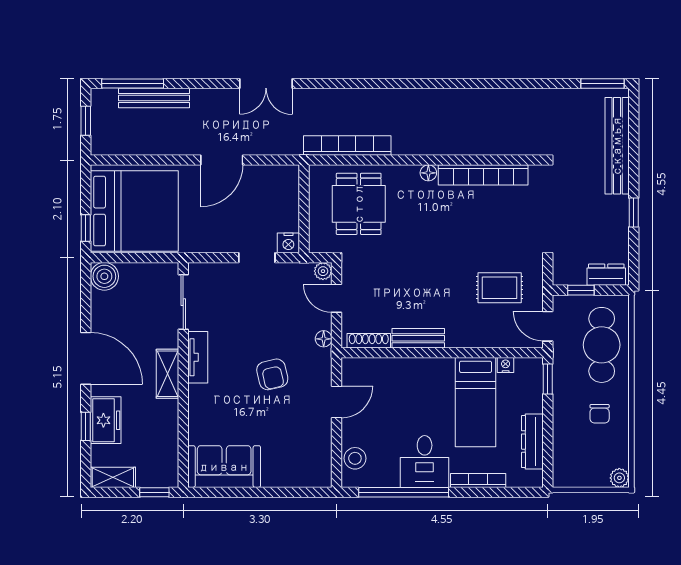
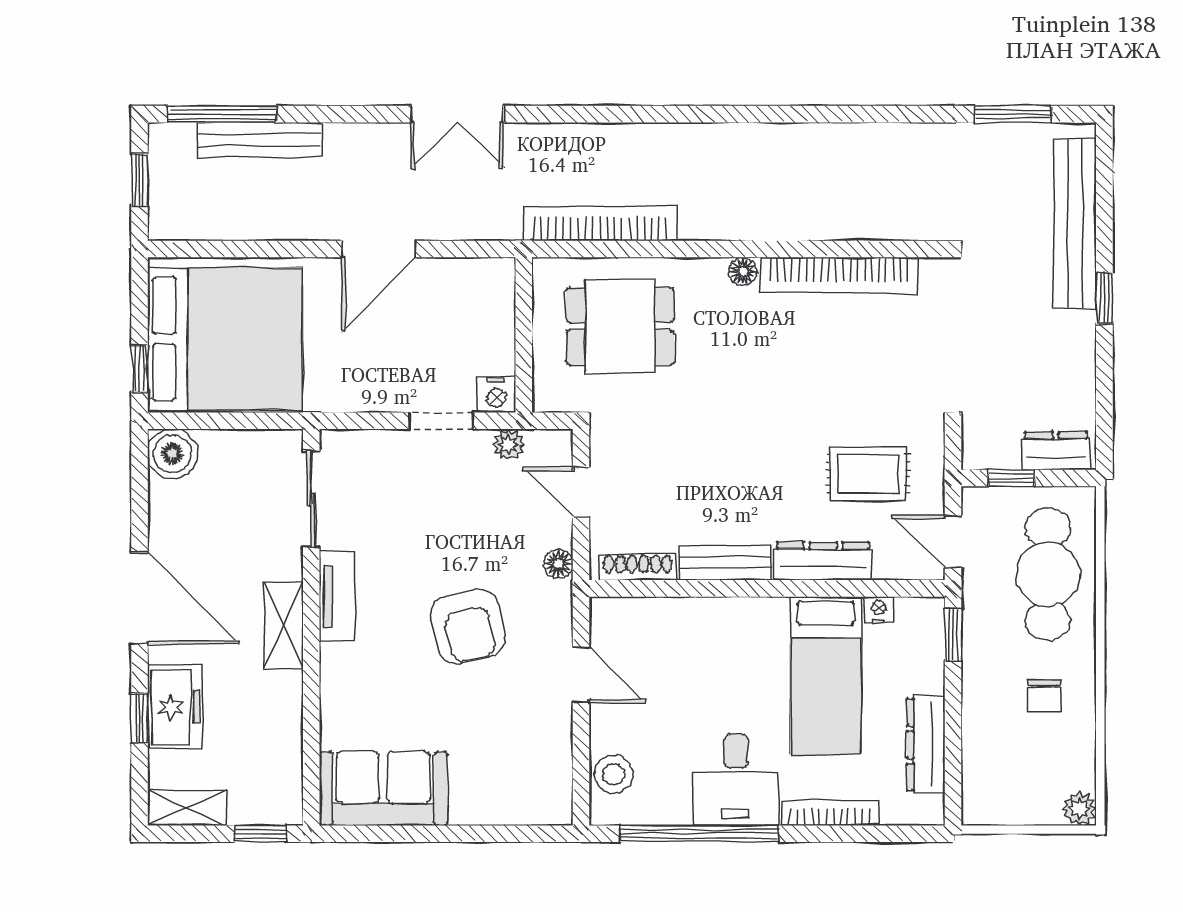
window: (602, 83) -> (1013, 114), moved
dining table: (359, 204) -> (620, 326), turned 90
window: (634, 213) -> (1104, 298), moved
plant: (323, 271) -> (509, 445), moved
dresser: (474, 337) -> (823, 561), added
armchair: (272, 374) -> (468, 626), width x1.38, depth x1.38
door: (336, 402) -> (581, 675), hinge flipped

